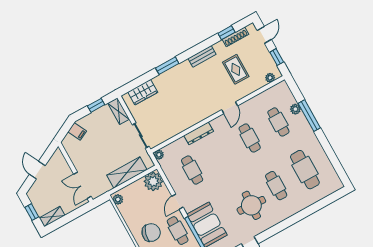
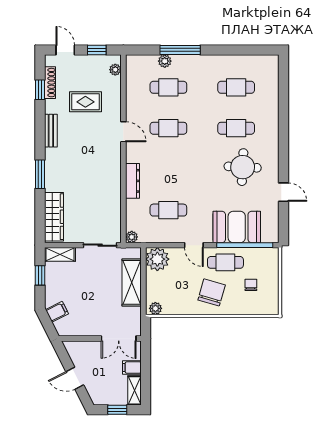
wardrobe: (143, 92) -> (54, 217), width x1.50
cafe table: (305, 170) -> (236, 87), width x0.73, depth x0.74
filing cabinet: (67, 206) -> (132, 368), added

